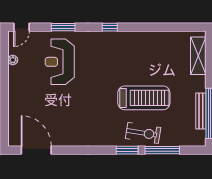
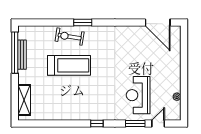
door: (22, 27) -> (158, 124), moved
reception desk: (60, 62) -> (138, 95), turned 180
treadmill: (144, 98) -> (69, 65), turned 180
window: (162, 150) -> (54, 23), removed

